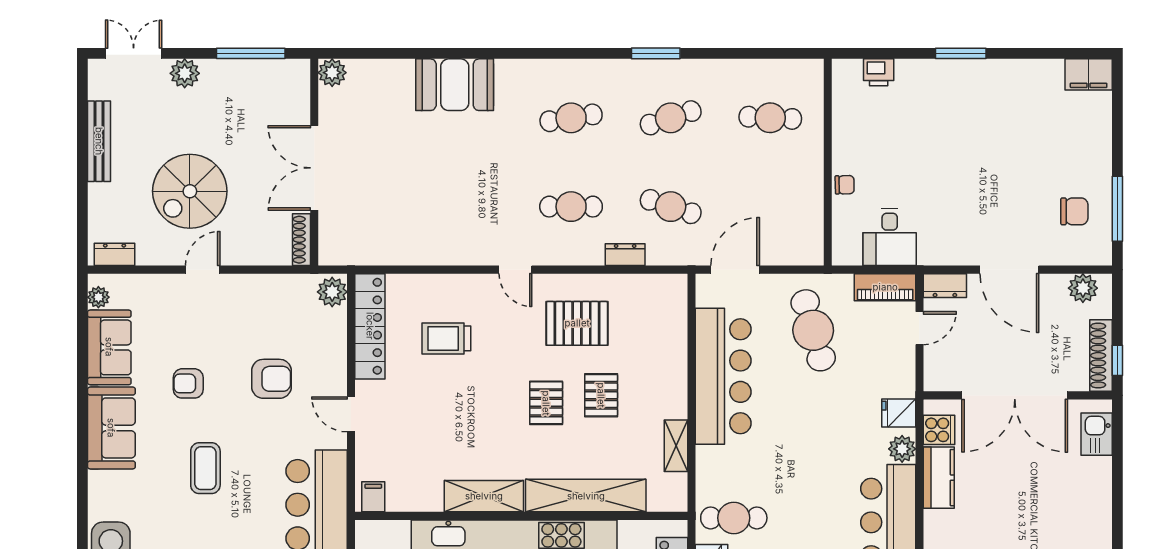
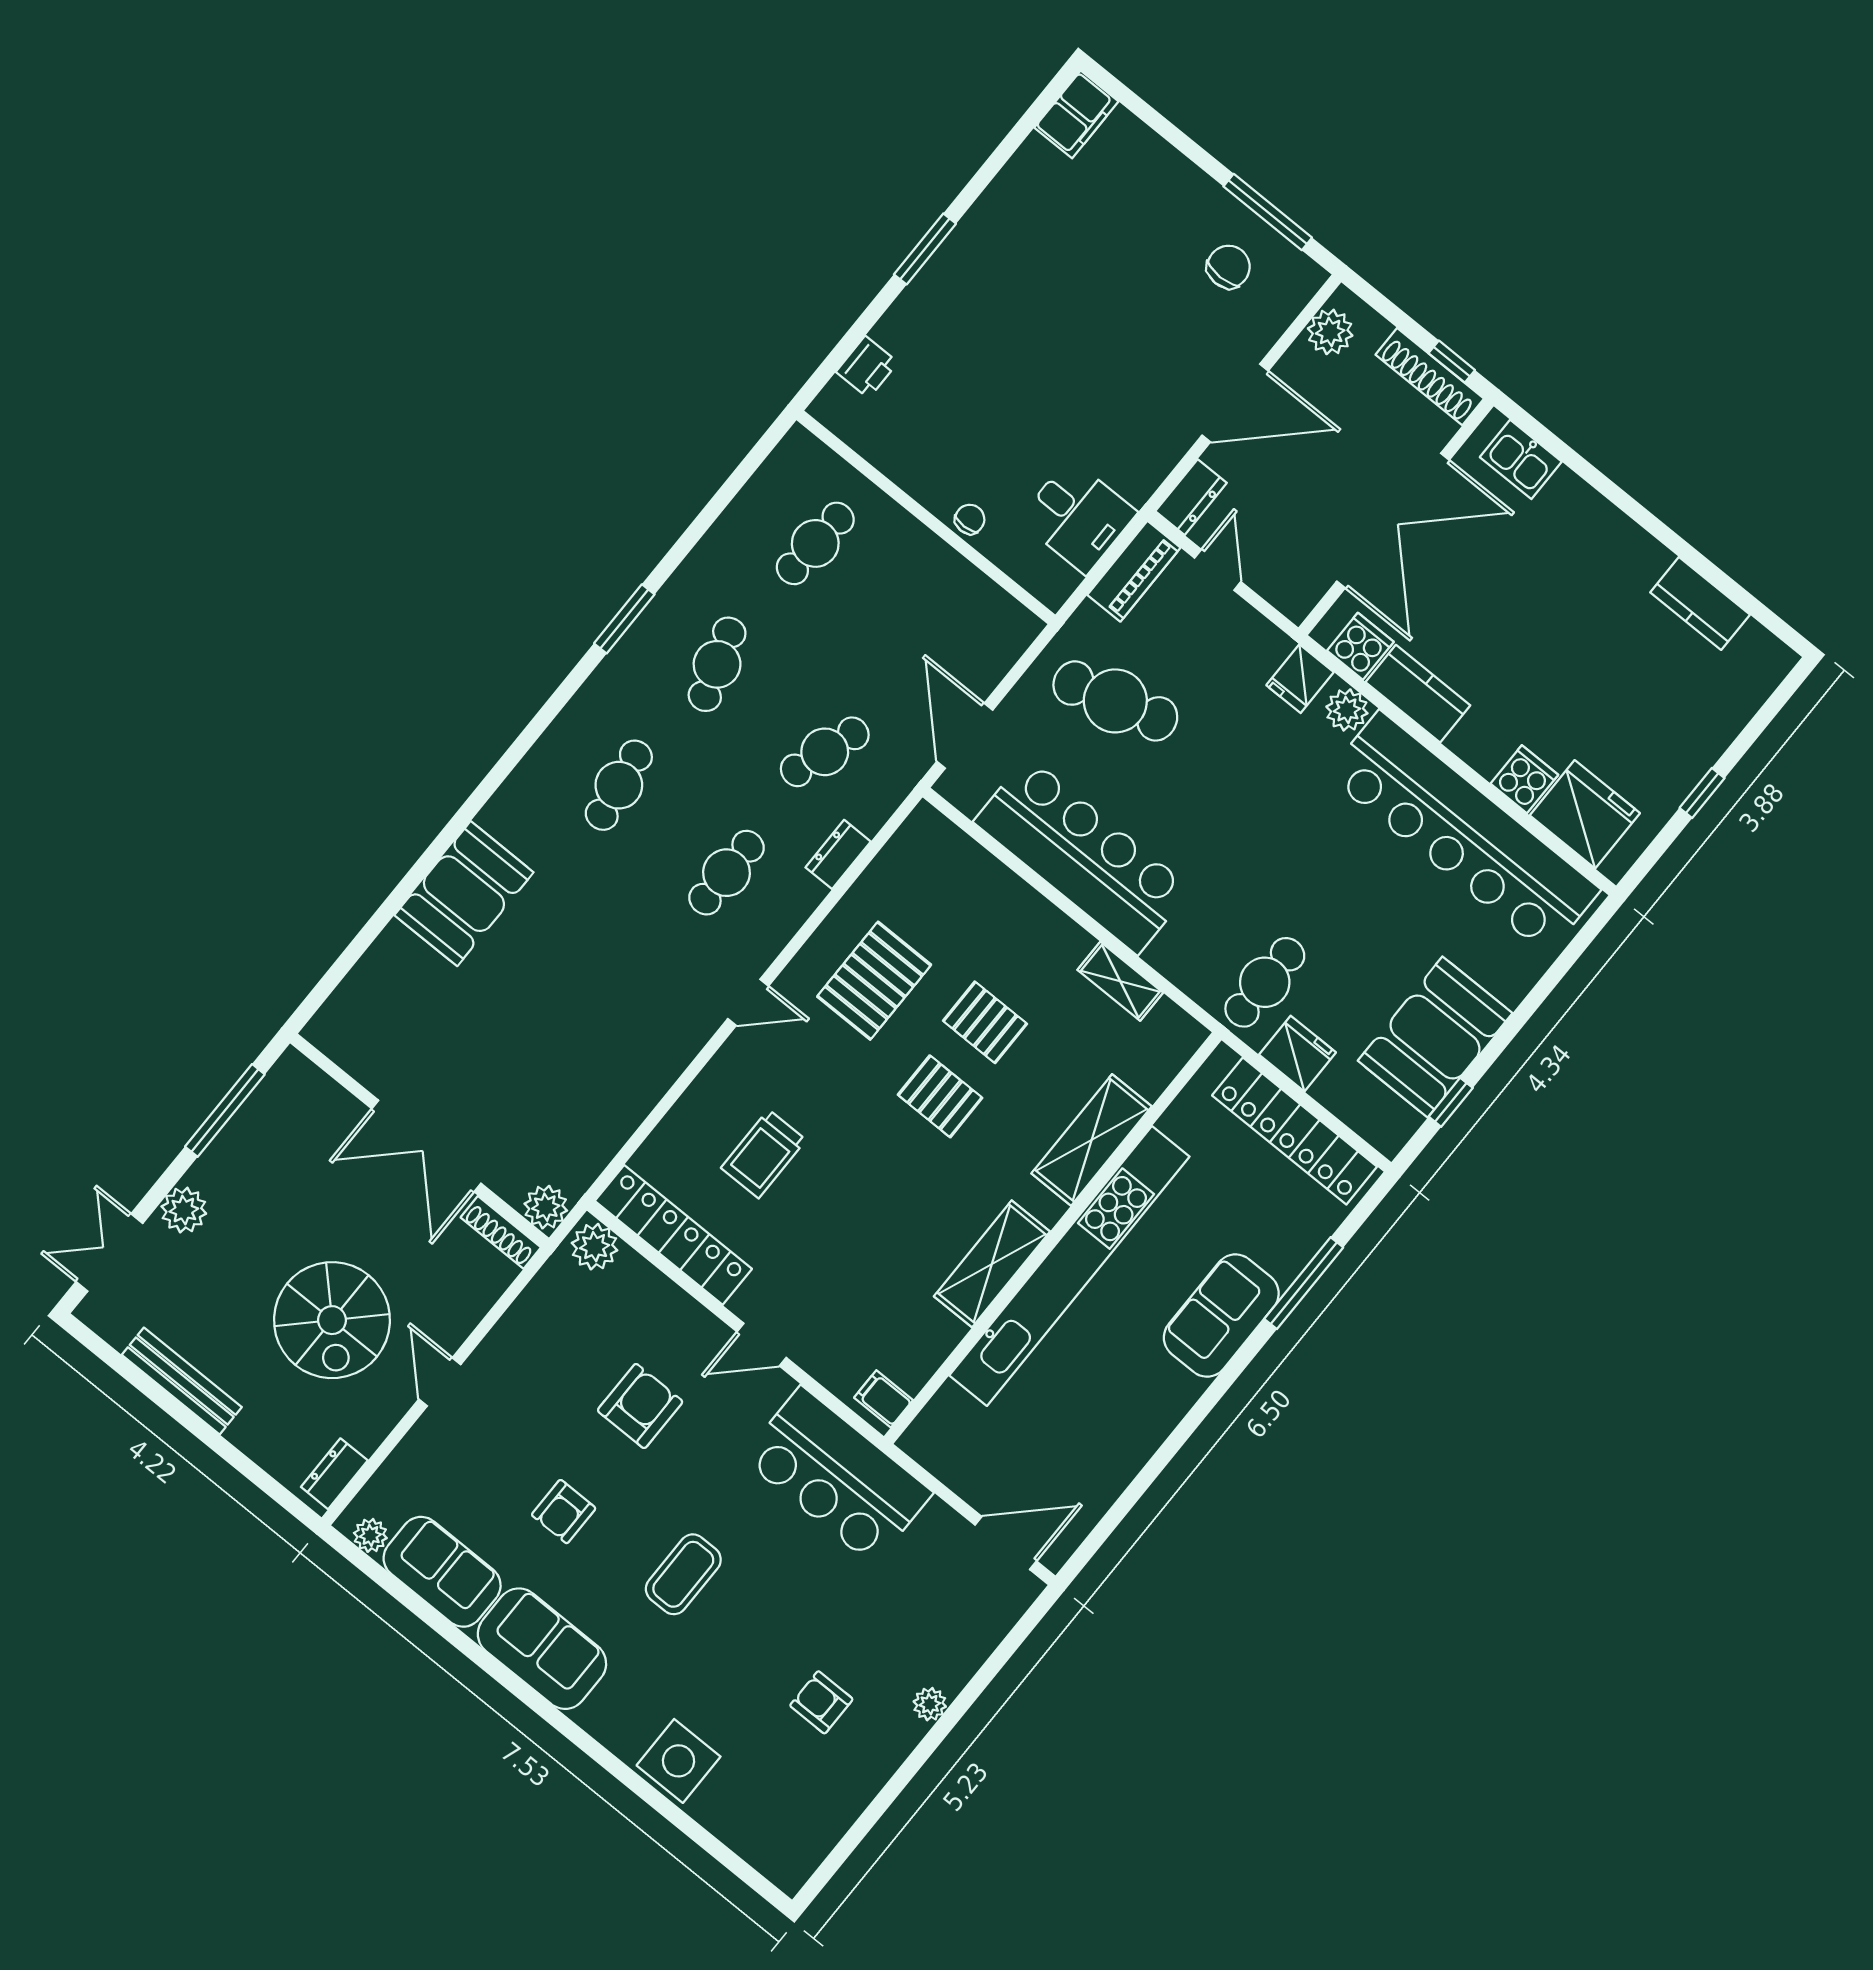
plant: (332, 73) -> (546, 1207), moved
coffee table: (205, 468) -> (683, 1574), turned 90
shelving: (586, 496) -> (1092, 1140), width x0.68

